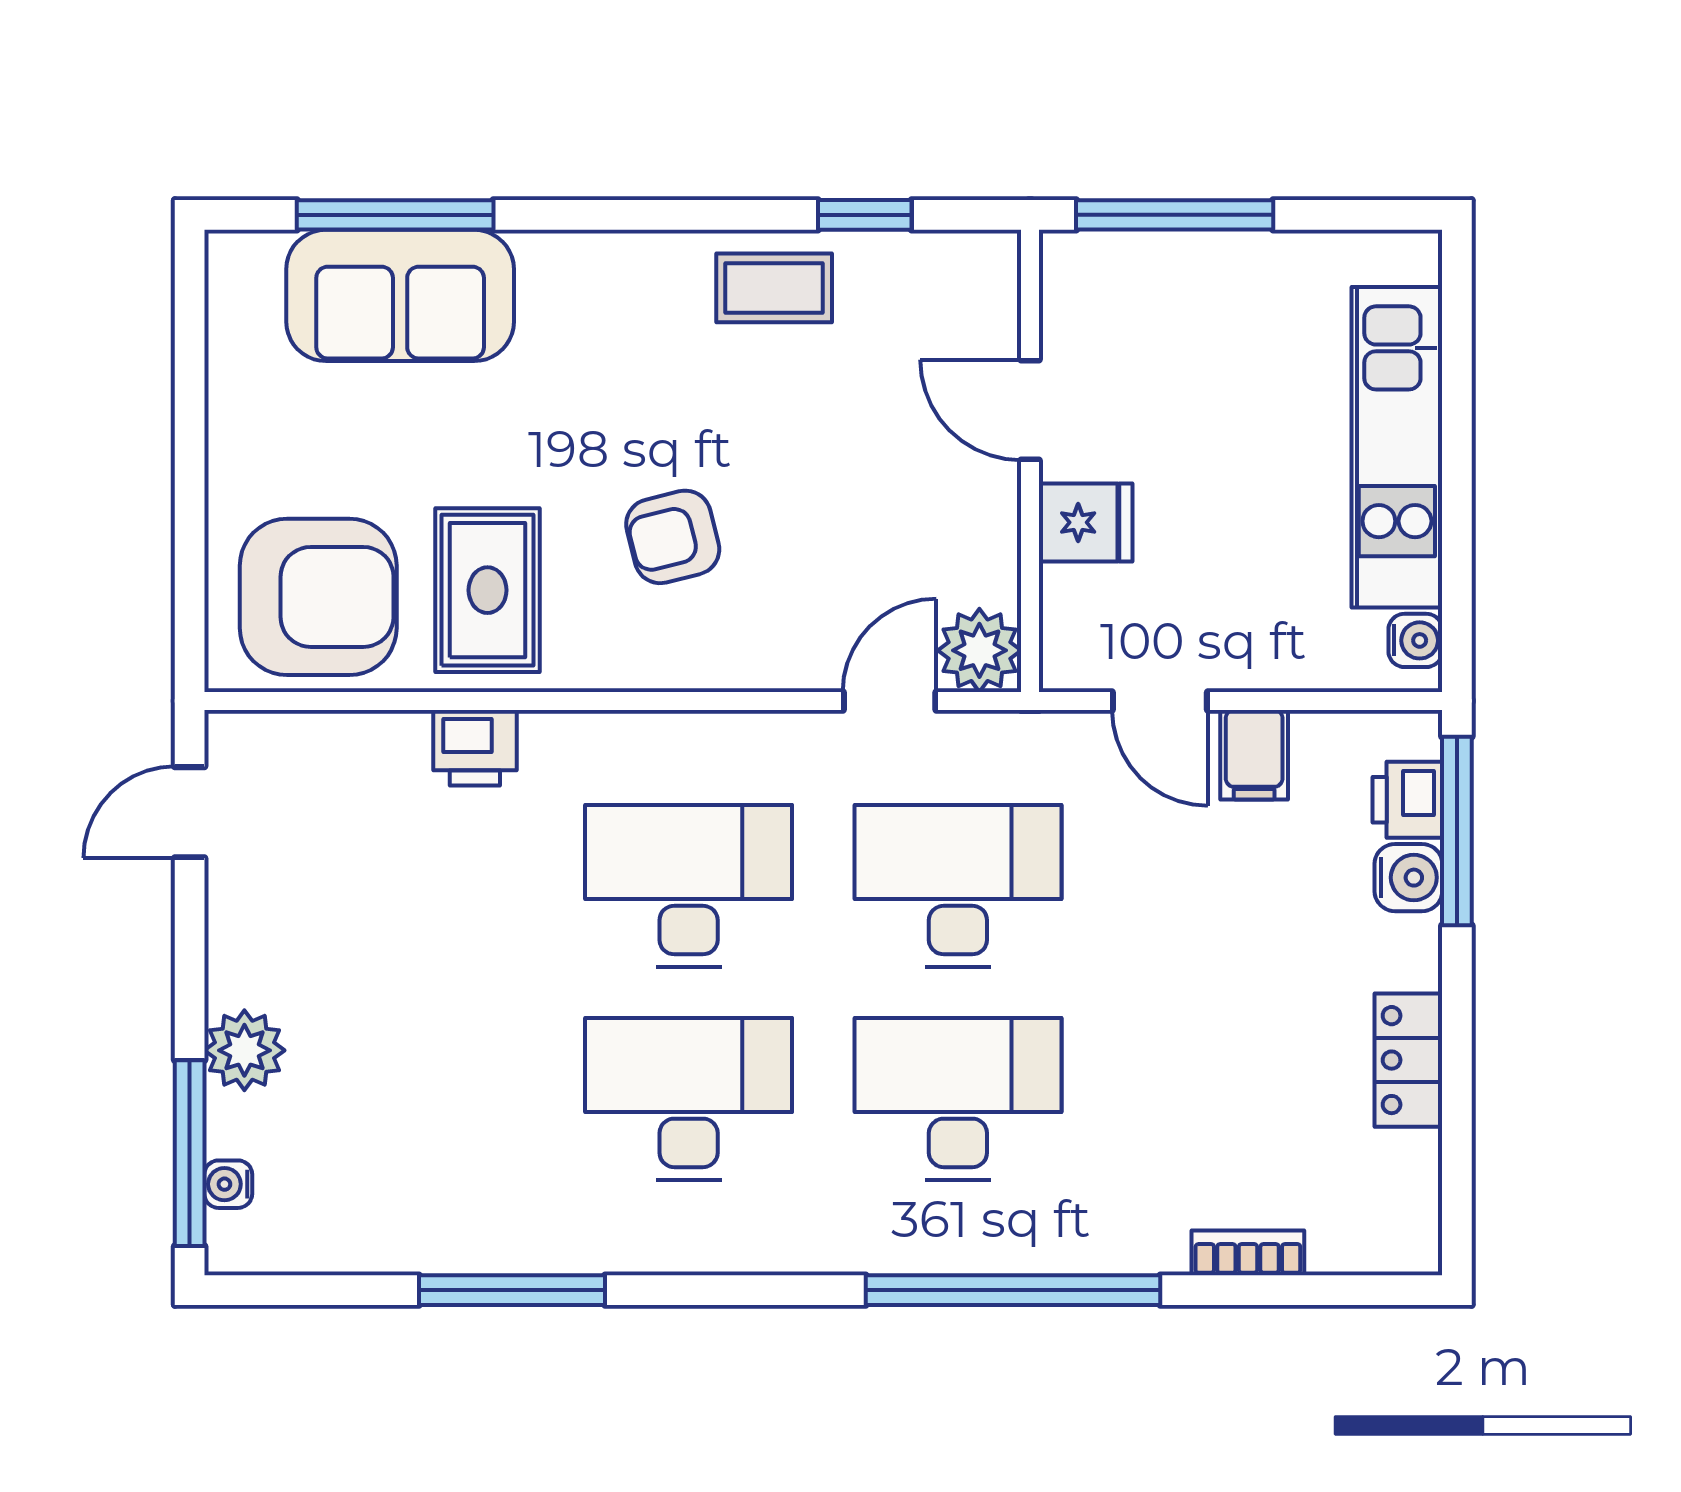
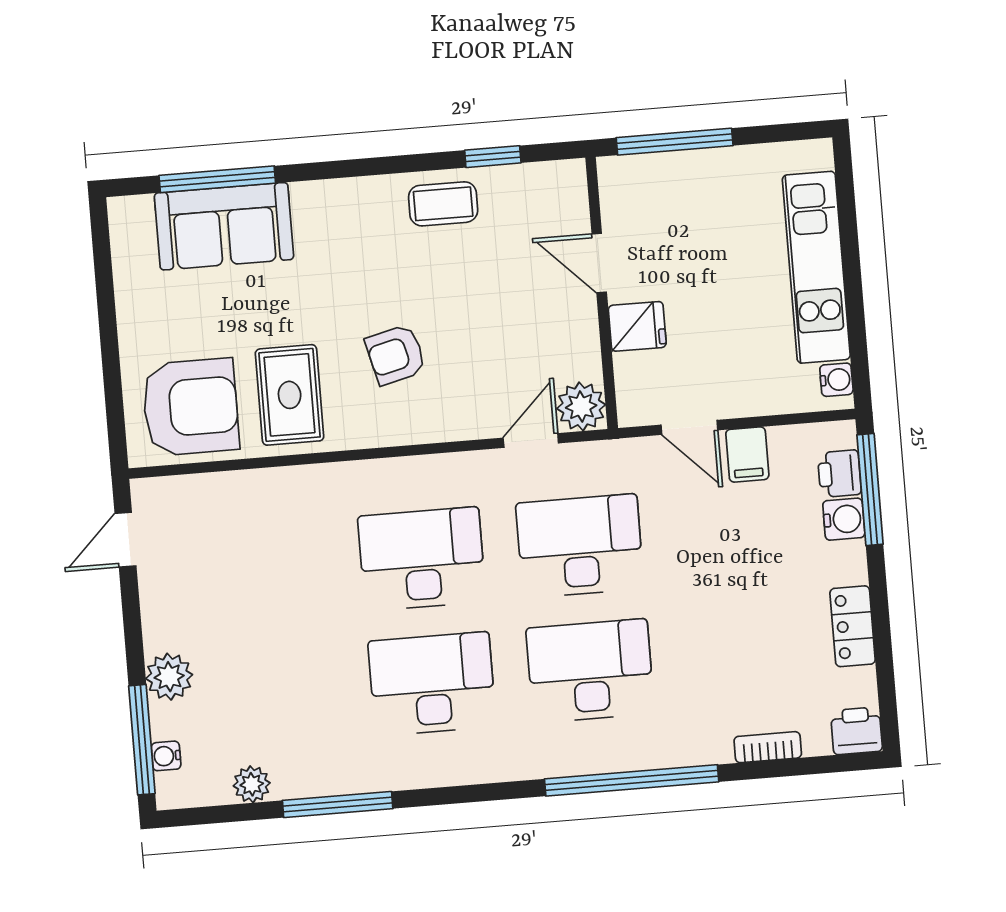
printer: (475, 748) -> (856, 731), moved, turned 180
plant: (369, 1244) -> (252, 784), added

